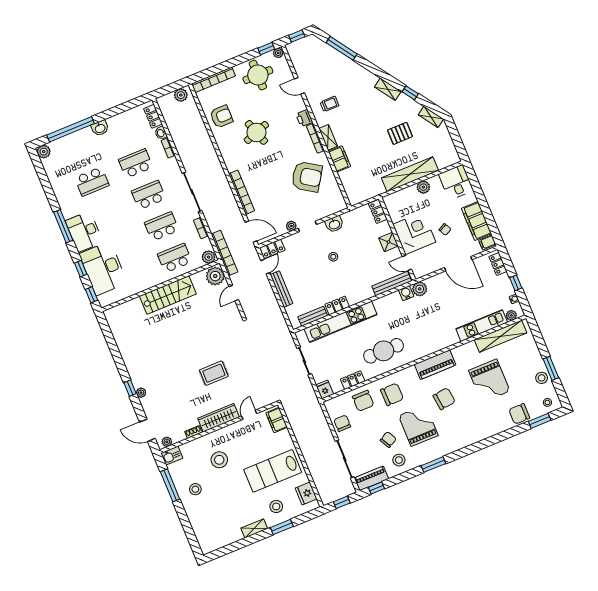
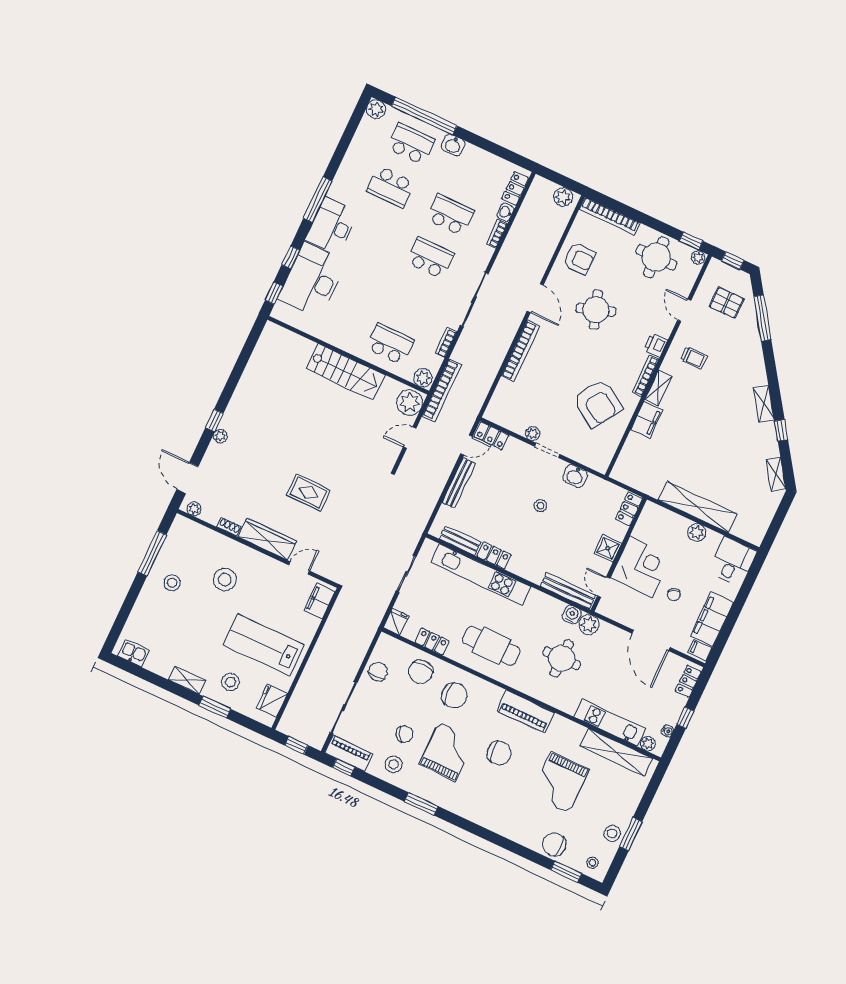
pallet: (400, 133) -> (727, 303), moved
school desk: (162, 227) -> (411, 144), moved
door: (251, 232) -> (535, 298), moved
round table: (424, 320) -> (562, 658), added
kitchen sink: (172, 456) -> (133, 653), moved, turned 180

